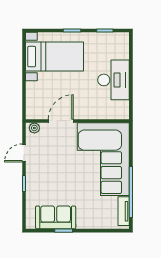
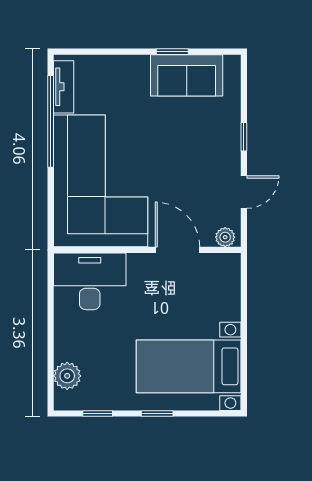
plant: (122, 51) -> (67, 376), added
desk: (114, 80) -> (90, 281), moved, turned 90
door: (61, 121) -> (177, 250), swing flipped

